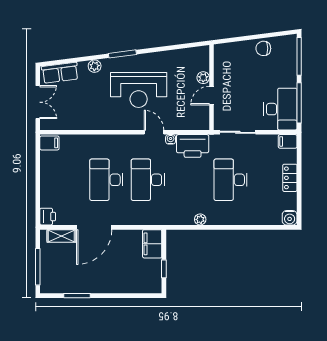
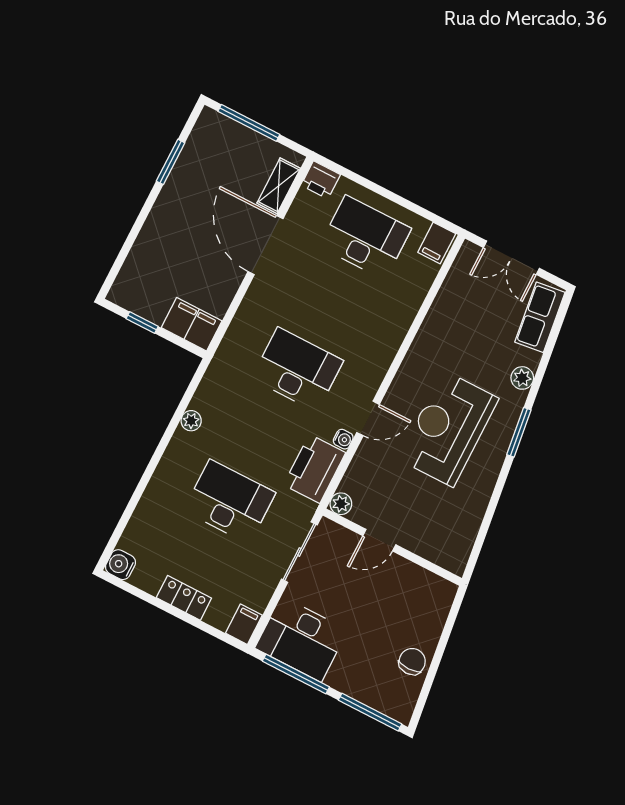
plant: (203, 78) -> (341, 504), moved
door: (211, 96) -> (379, 540), swing flipped
desk: (106, 180) -> (365, 237), moved

